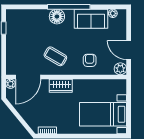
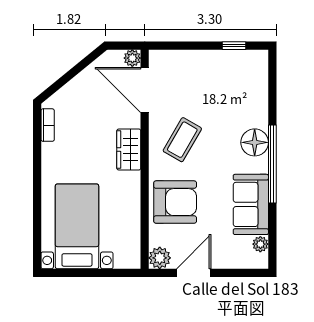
armchair: (90, 60) -> (175, 202), width x1.88, depth x1.88

